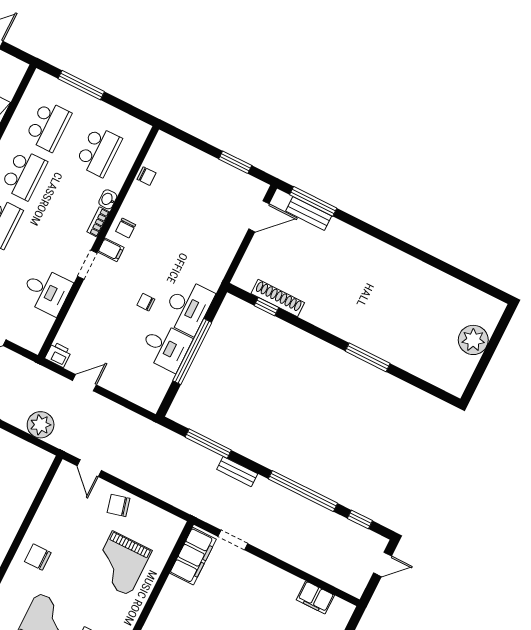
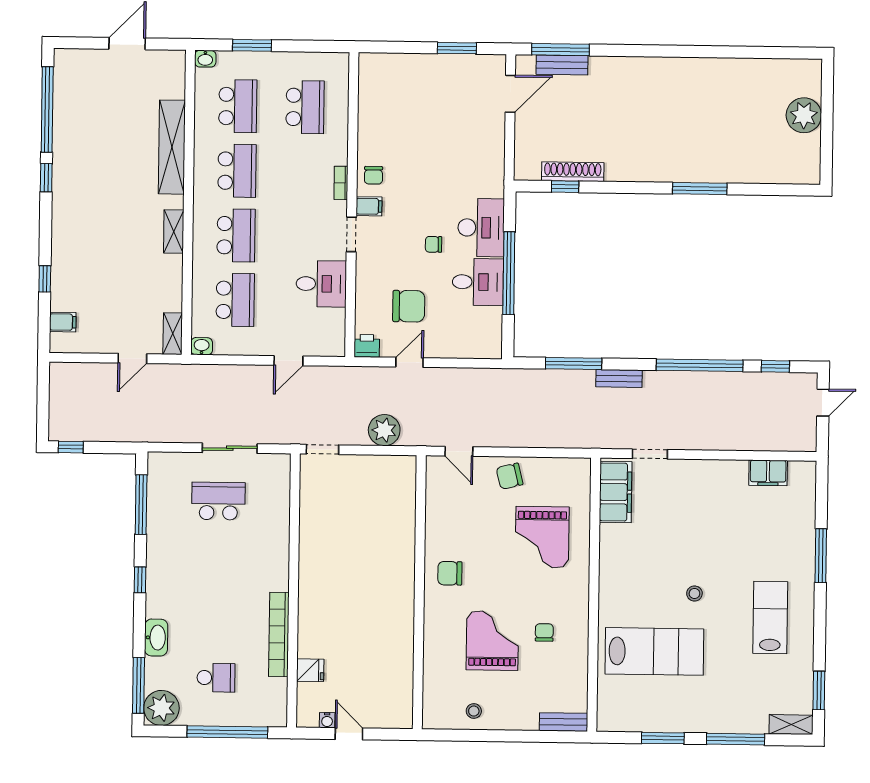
window: (81, 85) -> (252, 45), width x0.69
chair: (146, 176) -> (409, 306), moved, width x1.87, depth x1.87
washbasin: (108, 199) -> (205, 59), moved, turned -90

